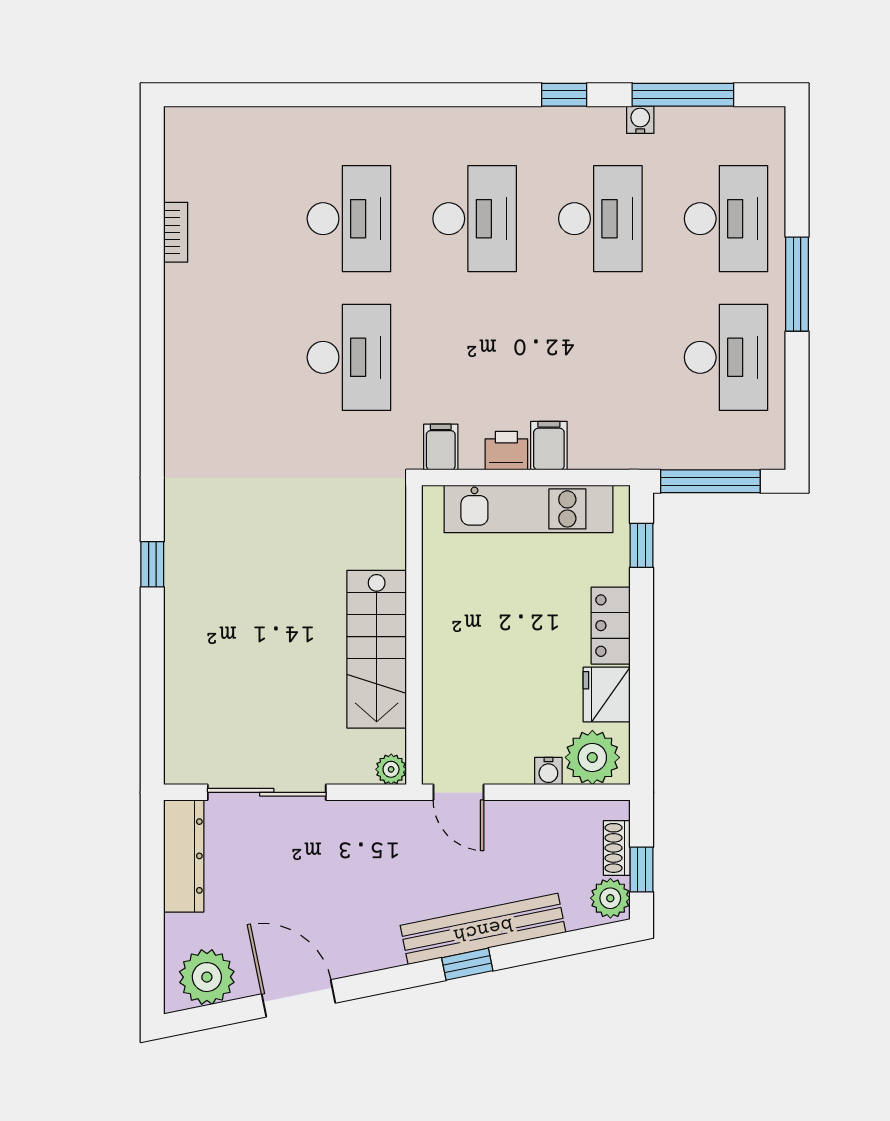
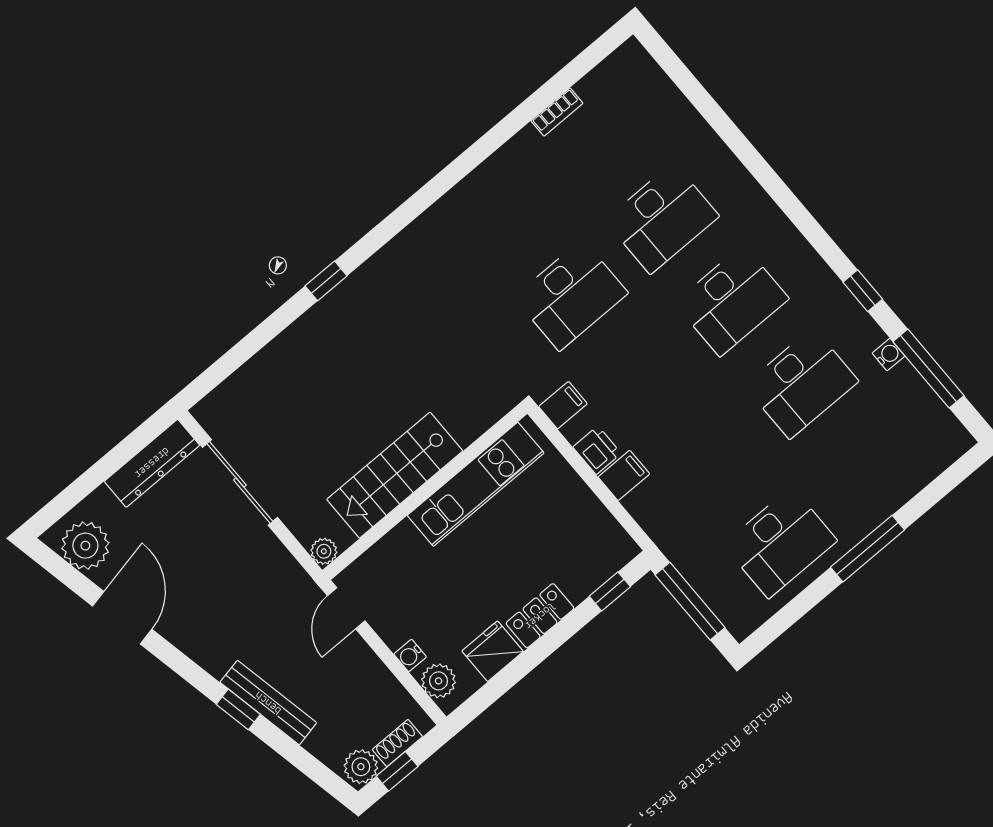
desk: (726, 219) -> (871, 466), removed
kitchen unit: (528, 509) -> (476, 484), moved, turned -90
plant: (592, 757) -> (439, 681), width x0.73, depth x0.73
bench: (483, 929) -> (268, 703), width x0.73, depth x0.82

